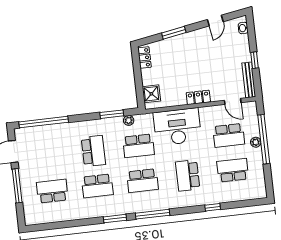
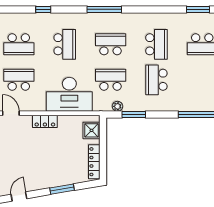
locker: (144, 58) -> (94, 162), width x1.53
school desk: (97, 186) -> (156, 44), turned 90
window: (115, 219) -> (198, 9), moved

